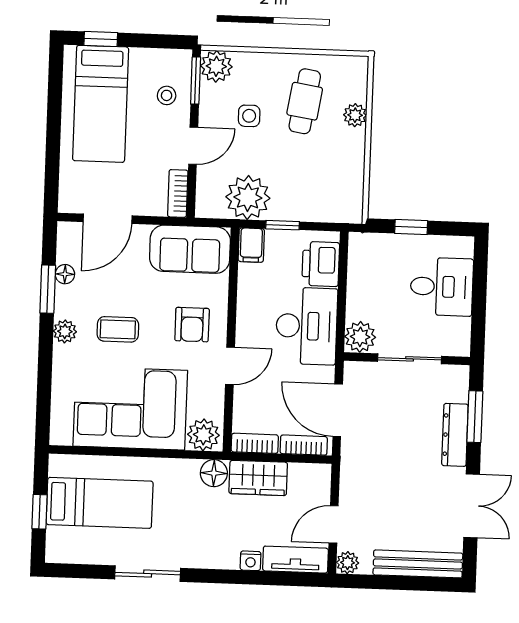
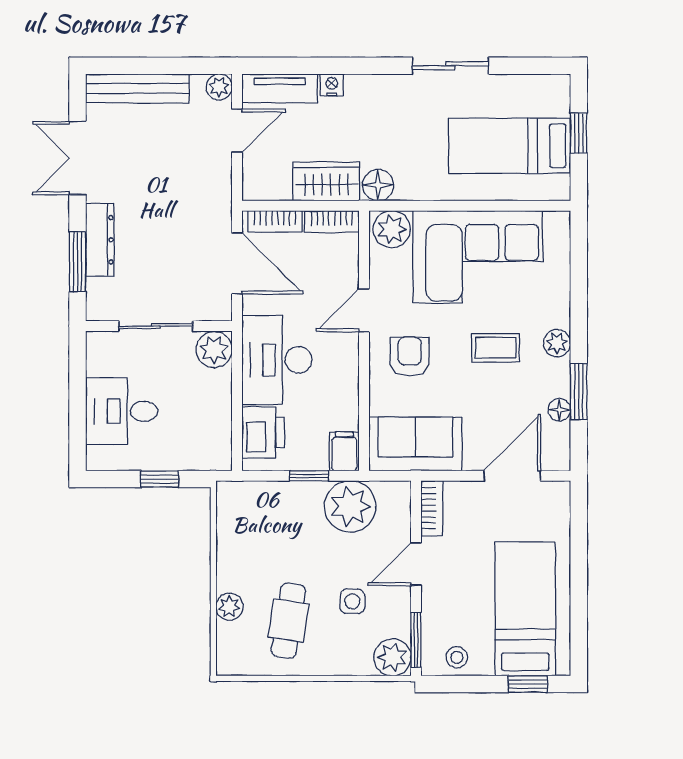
stool: (167, 95) -> (457, 657), moved

